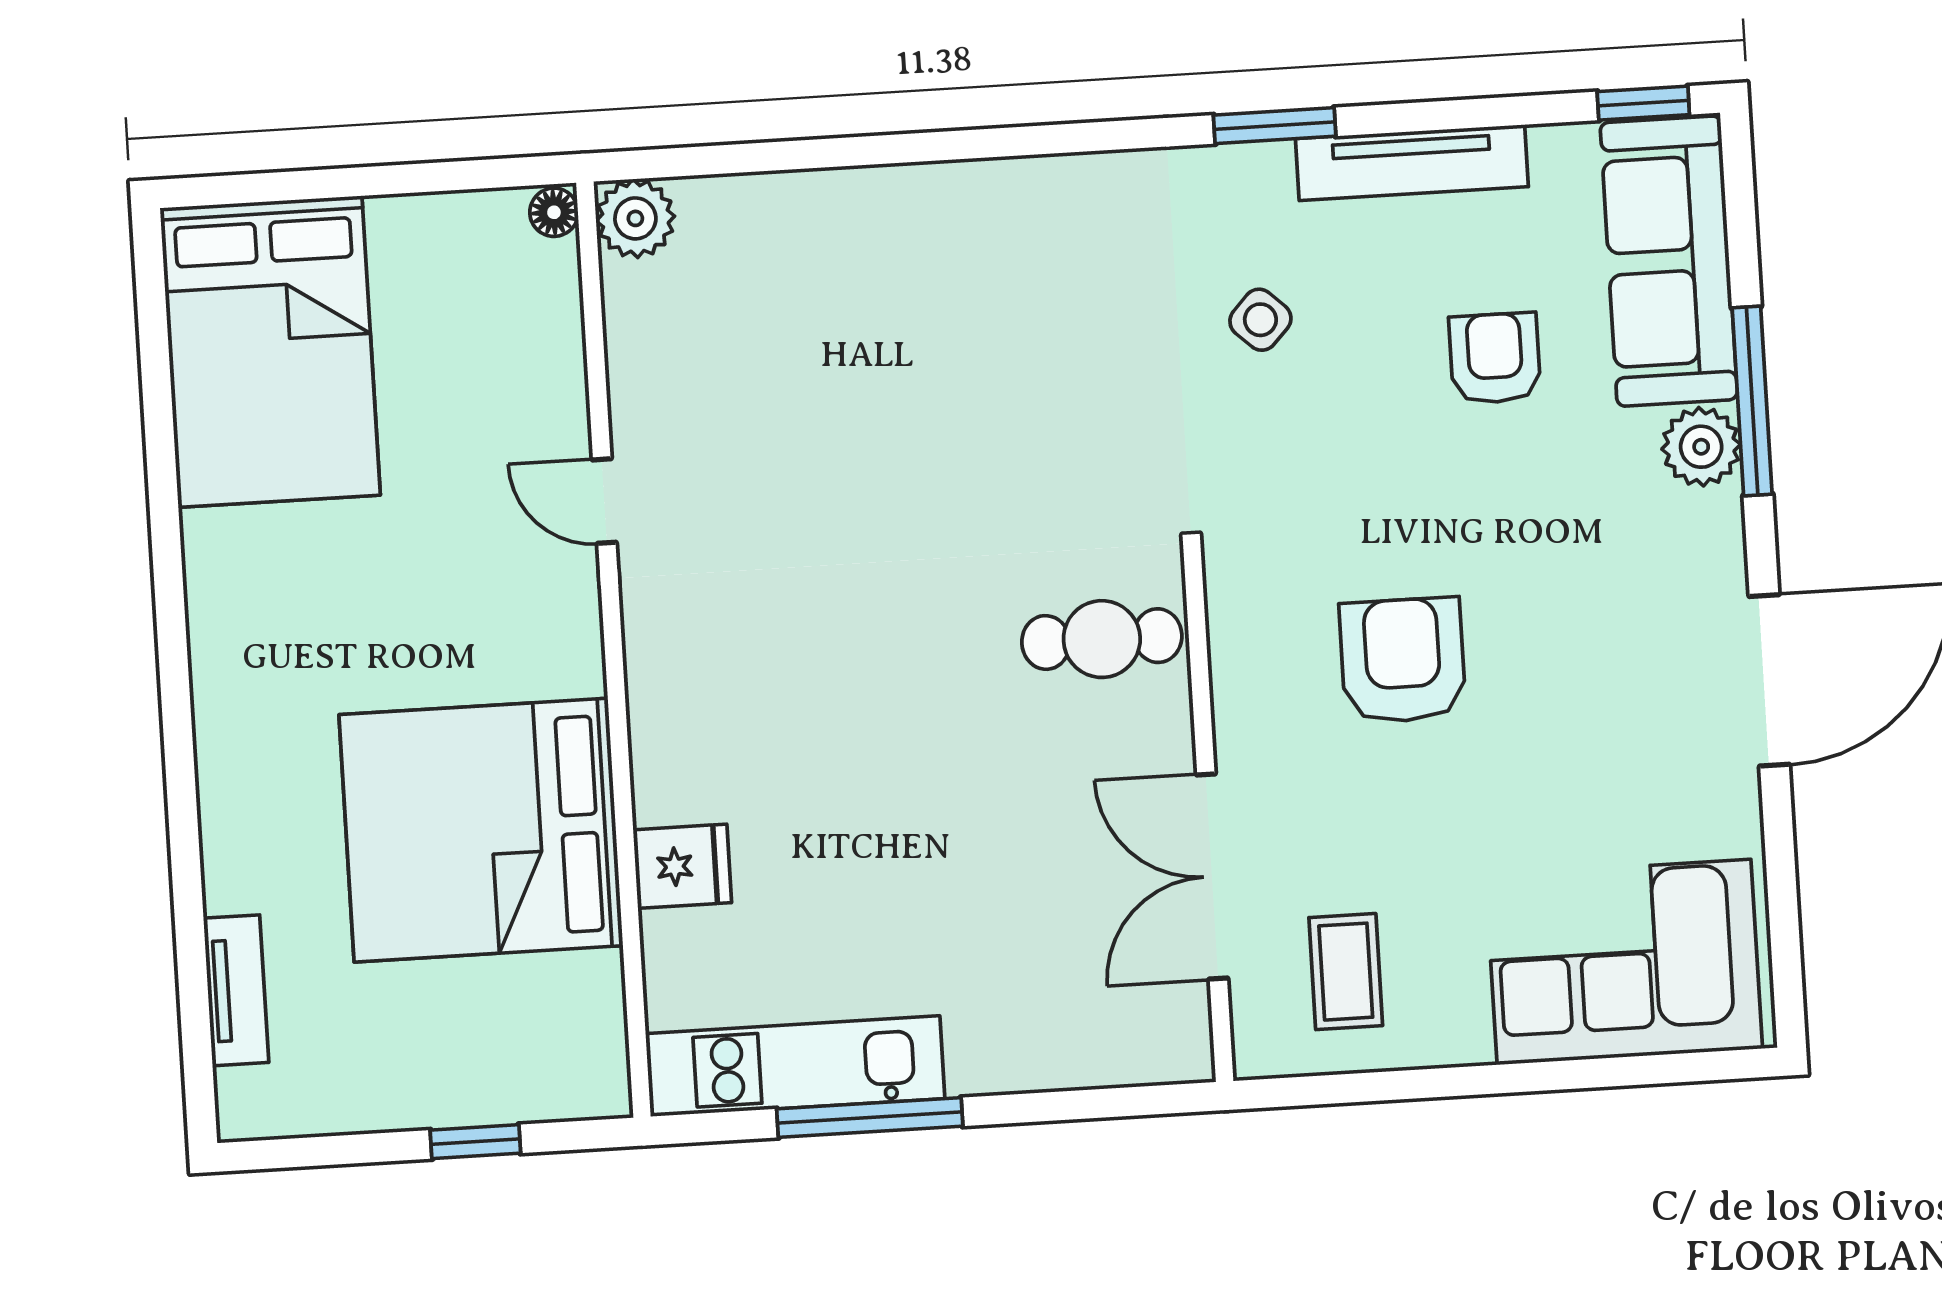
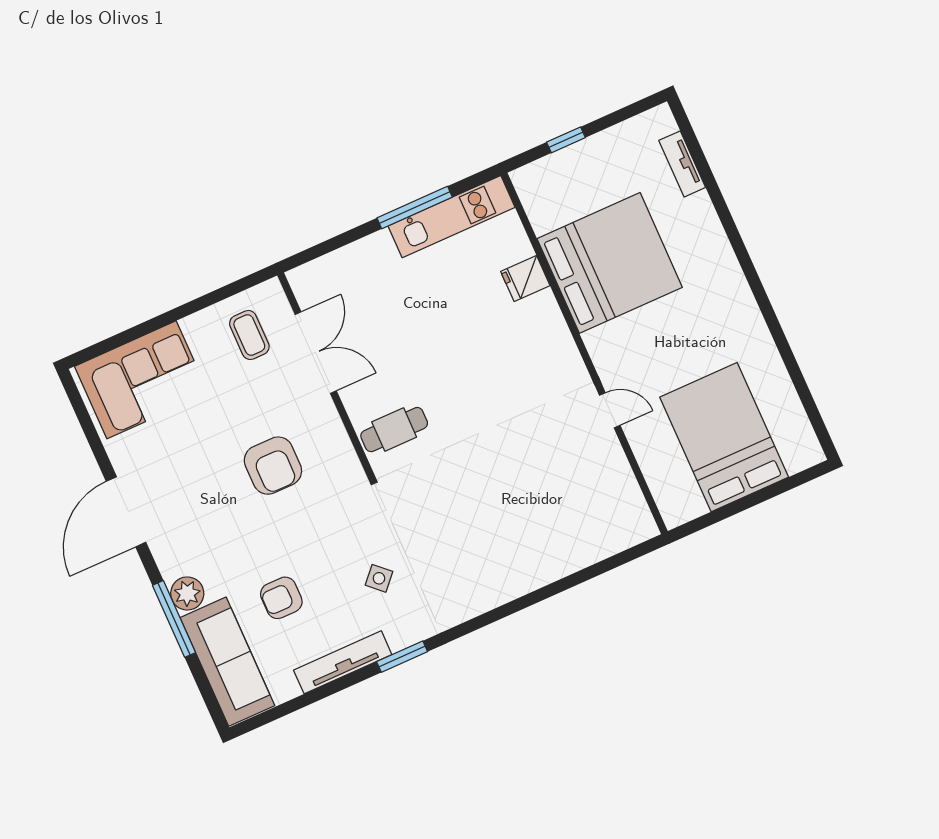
window: (1643, 103) -> (261, 720), removed
floor lamp: (554, 212) -> (672, 516), removed
plant: (635, 218) -> (639, 526), removed
bed: (270, 352) -> (724, 437), moved
armchair: (1495, 358) -> (281, 598), turned 90

